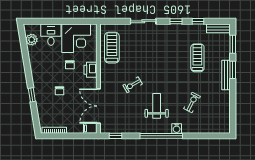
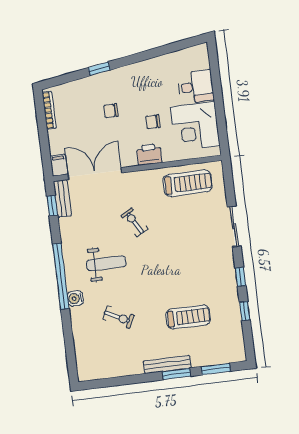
bench: (218, 28) -> (62, 198), moved
plant: (32, 40) -> (184, 58), removed

